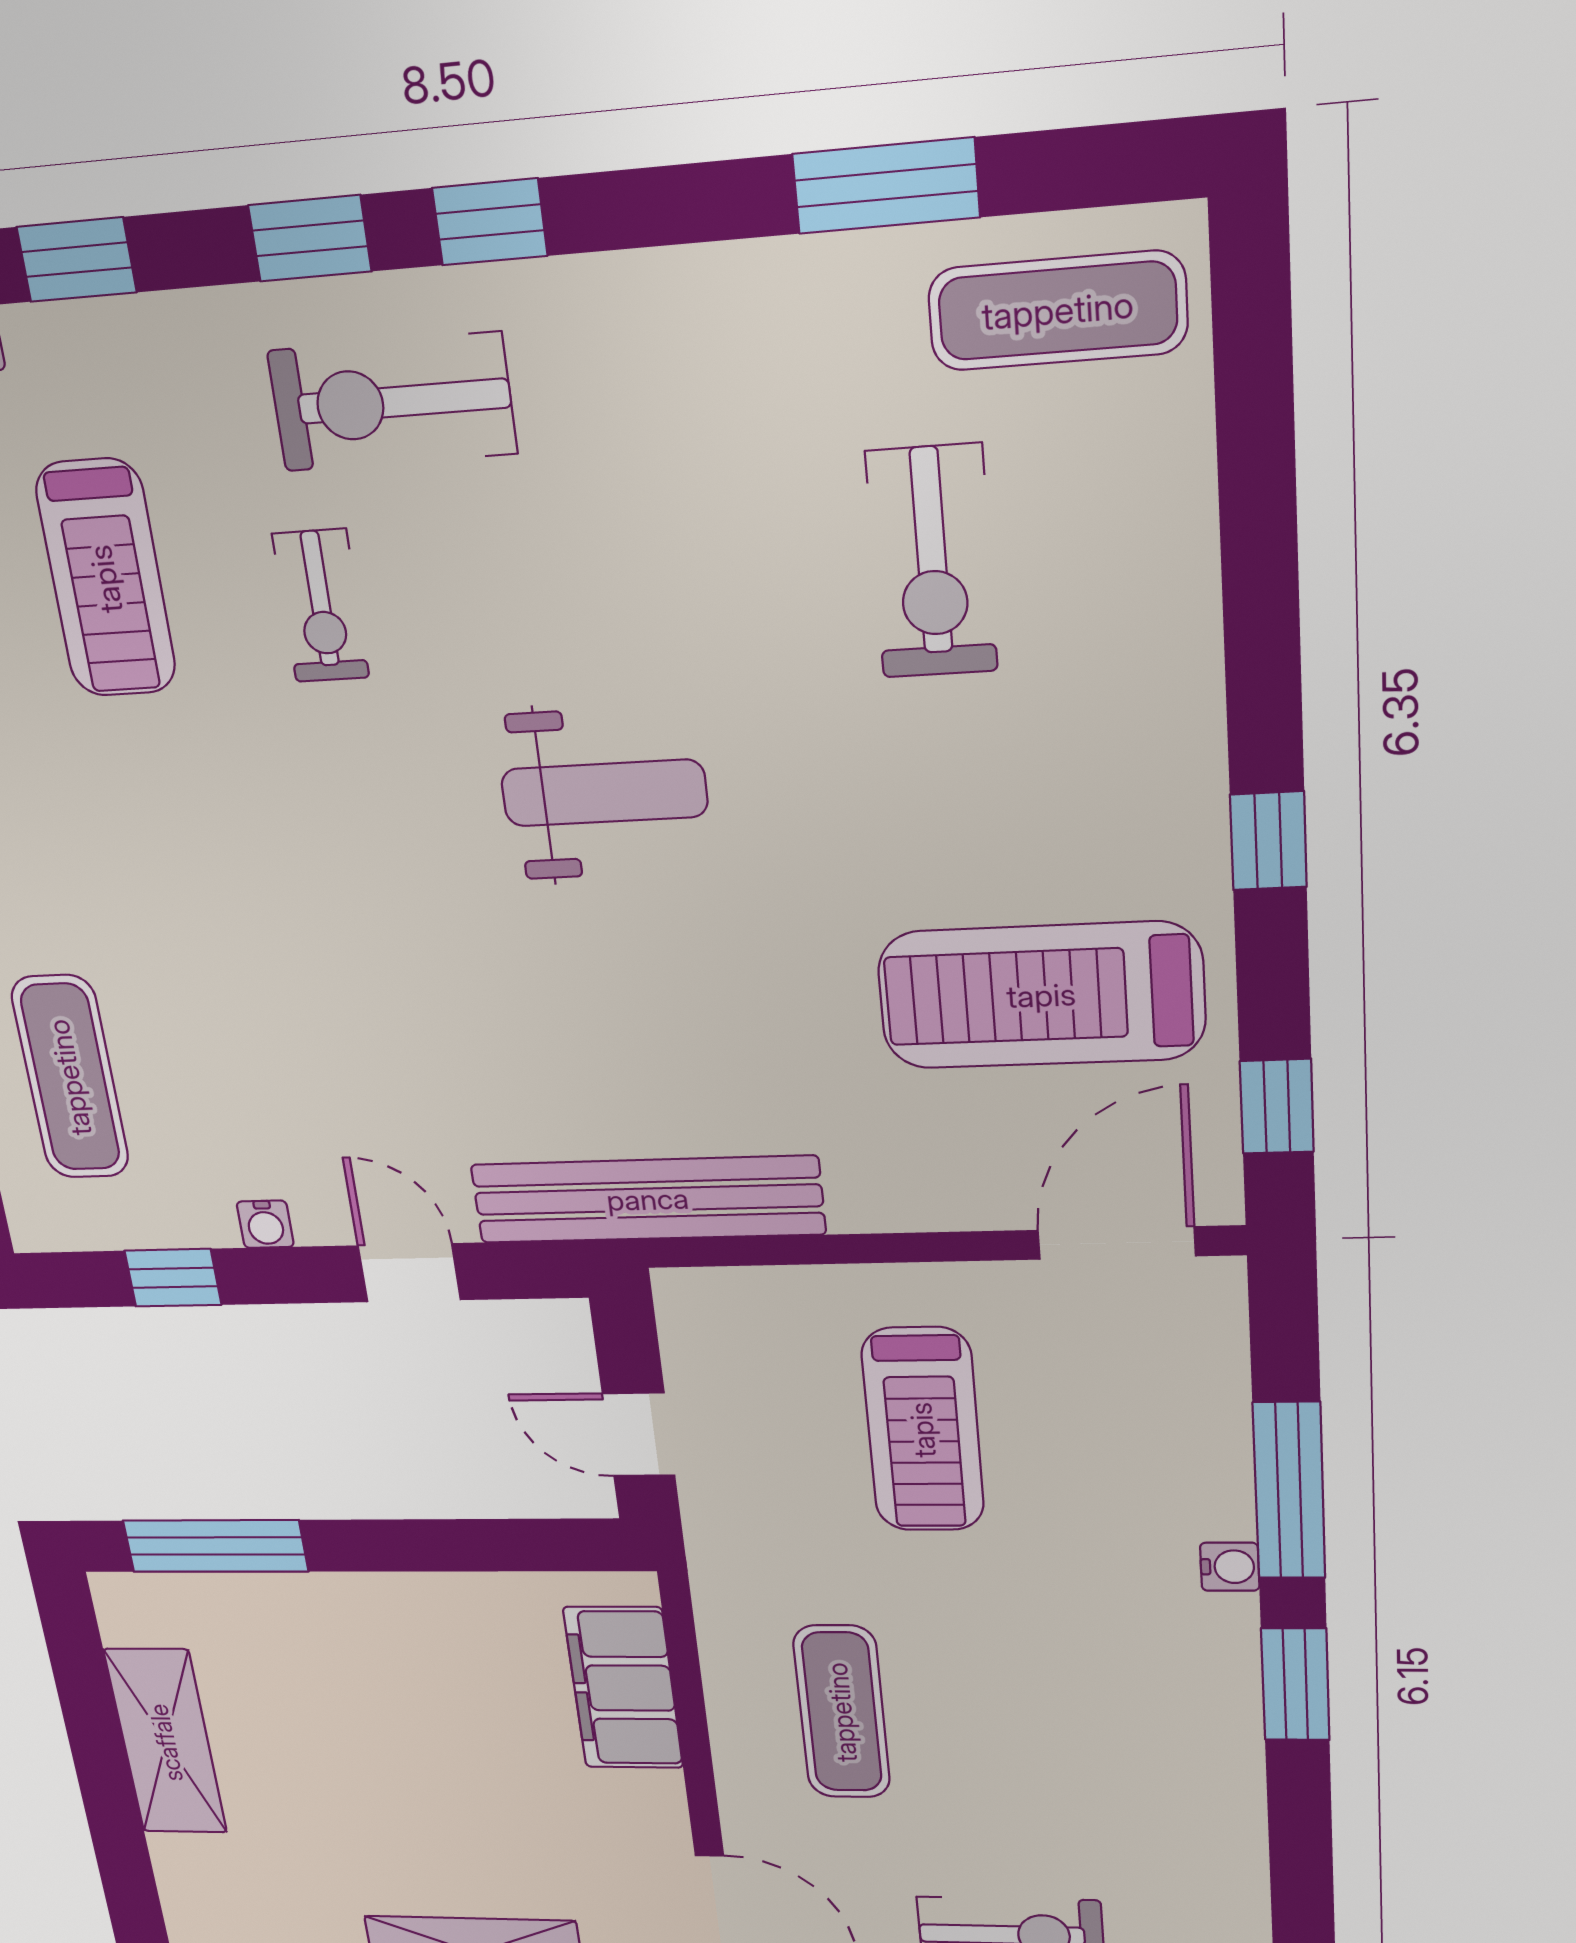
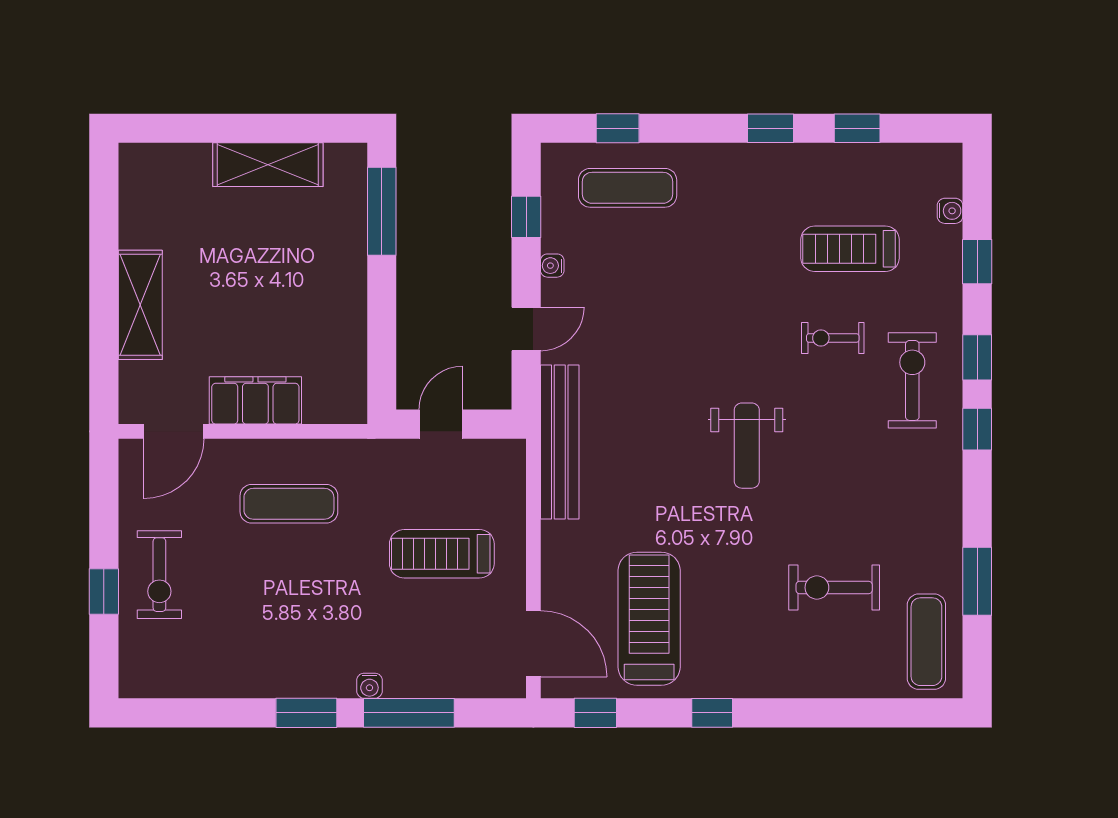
filing cabinet: (623, 1688) -> (255, 400), moved

